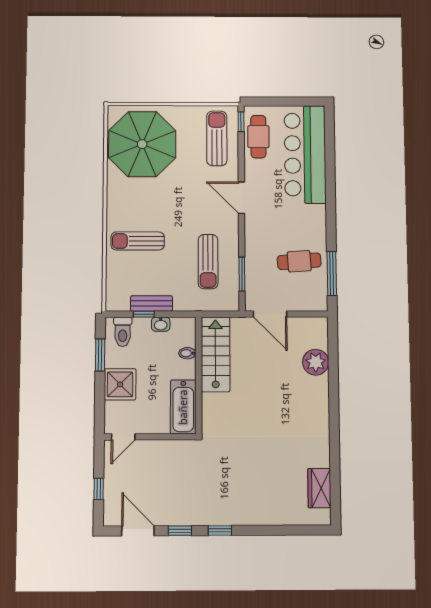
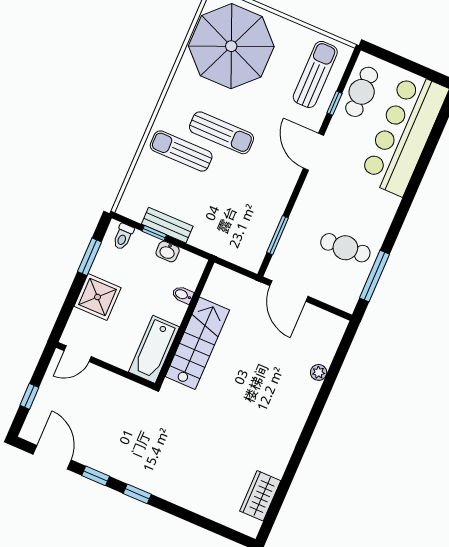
window: (241, 122) -> (334, 103), moved
sun lounger: (208, 262) -> (222, 133), moved, turned -90
toilet: (123, 332) -> (123, 237), width x0.73, depth x0.72
stairs: (216, 354) -> (197, 343), moved
plant: (316, 362) -> (319, 372), width x0.53, depth x0.53

